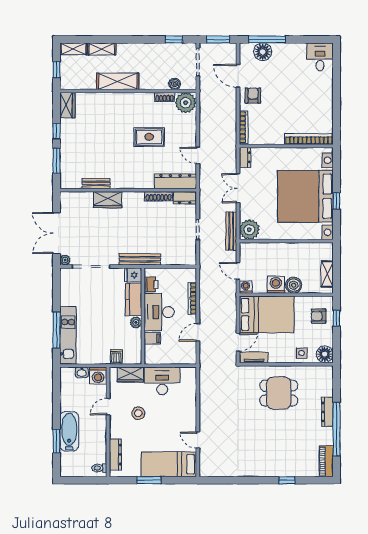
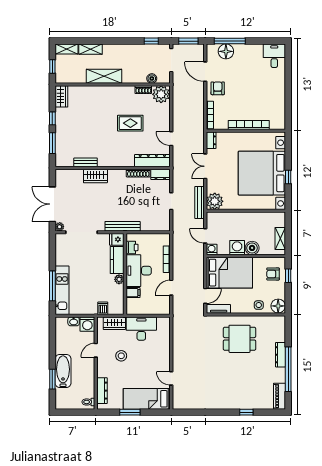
bookcase: (309, 139) -> (249, 125), moved

